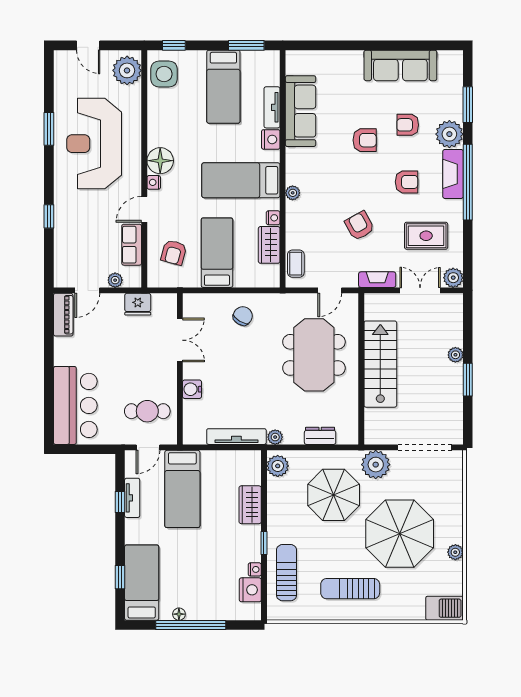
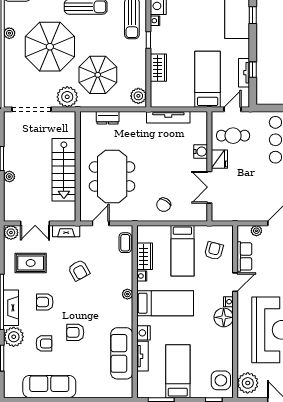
fridge: (138, 304) -> (219, 159), moved, turned 90
plant: (275, 437) -> (140, 117), removed

